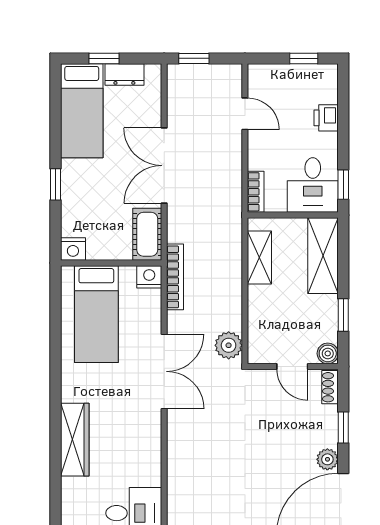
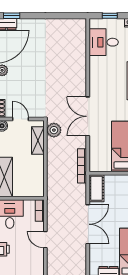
door: (245, 114) -> (45, 240), moved
shelving: (259, 258) -> (38, 141), moved
nightstand: (149, 277) -> (95, 166), removed

